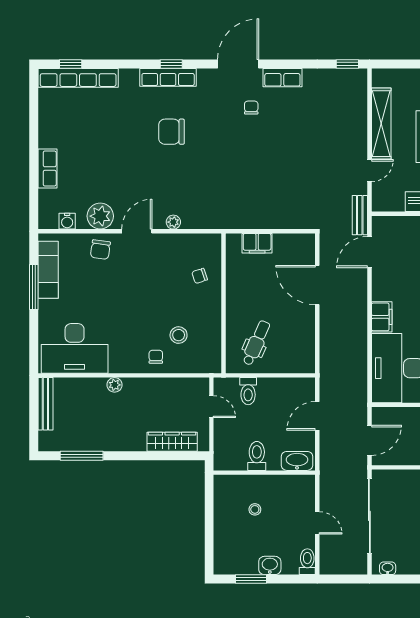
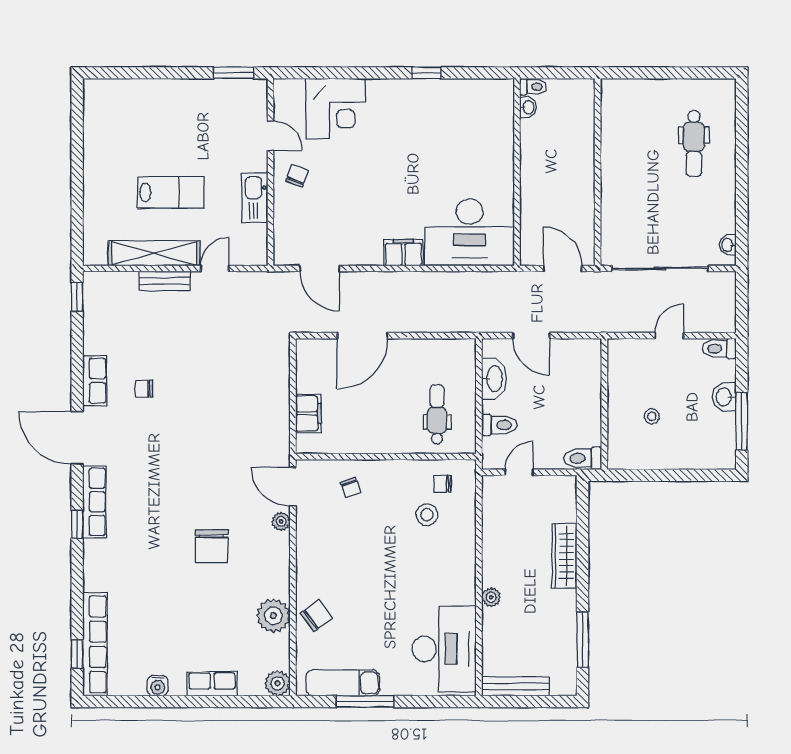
row of seats: (168, 77) -> (94, 502), moved
chair: (251, 108) -> (144, 389), moved
chair: (172, 132) -> (212, 546), moved
door: (369, 171) -> (215, 268), hinge flipped
bench: (360, 215) -> (165, 281), moved
plant: (48, 219) -> (277, 683), added
water cooler: (67, 221) -> (158, 686), moved, turned 90
door: (137, 231) -> (293, 487), moved
chair: (100, 250) -> (317, 616), turned -44
dental chair: (256, 343) -> (437, 414), turned 66
chair: (156, 357) -> (442, 484), moved
wardrobe: (172, 442) -> (564, 556), moved
toilet: (257, 456) -> (583, 458), moved
washbasin: (297, 461) -> (494, 379), moved, turned 180
window: (251, 579) -> (742, 421), width x1.44

